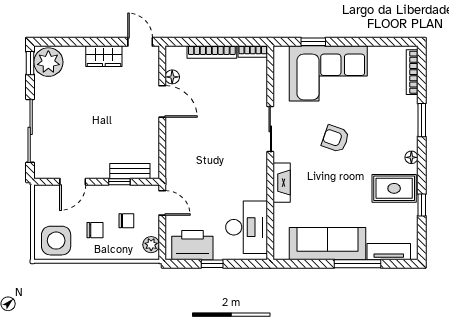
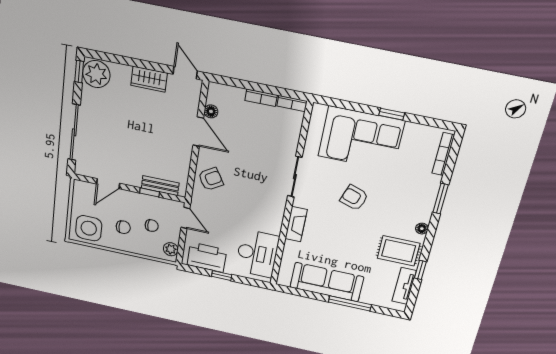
window: (313, 42) -> (392, 114), moved
bookcase: (212, 52) -> (261, 98), width x0.64
armchair: (183, 151) -> (211, 179), added
tv unit: (389, 252) -> (404, 286), moved, turned -90

